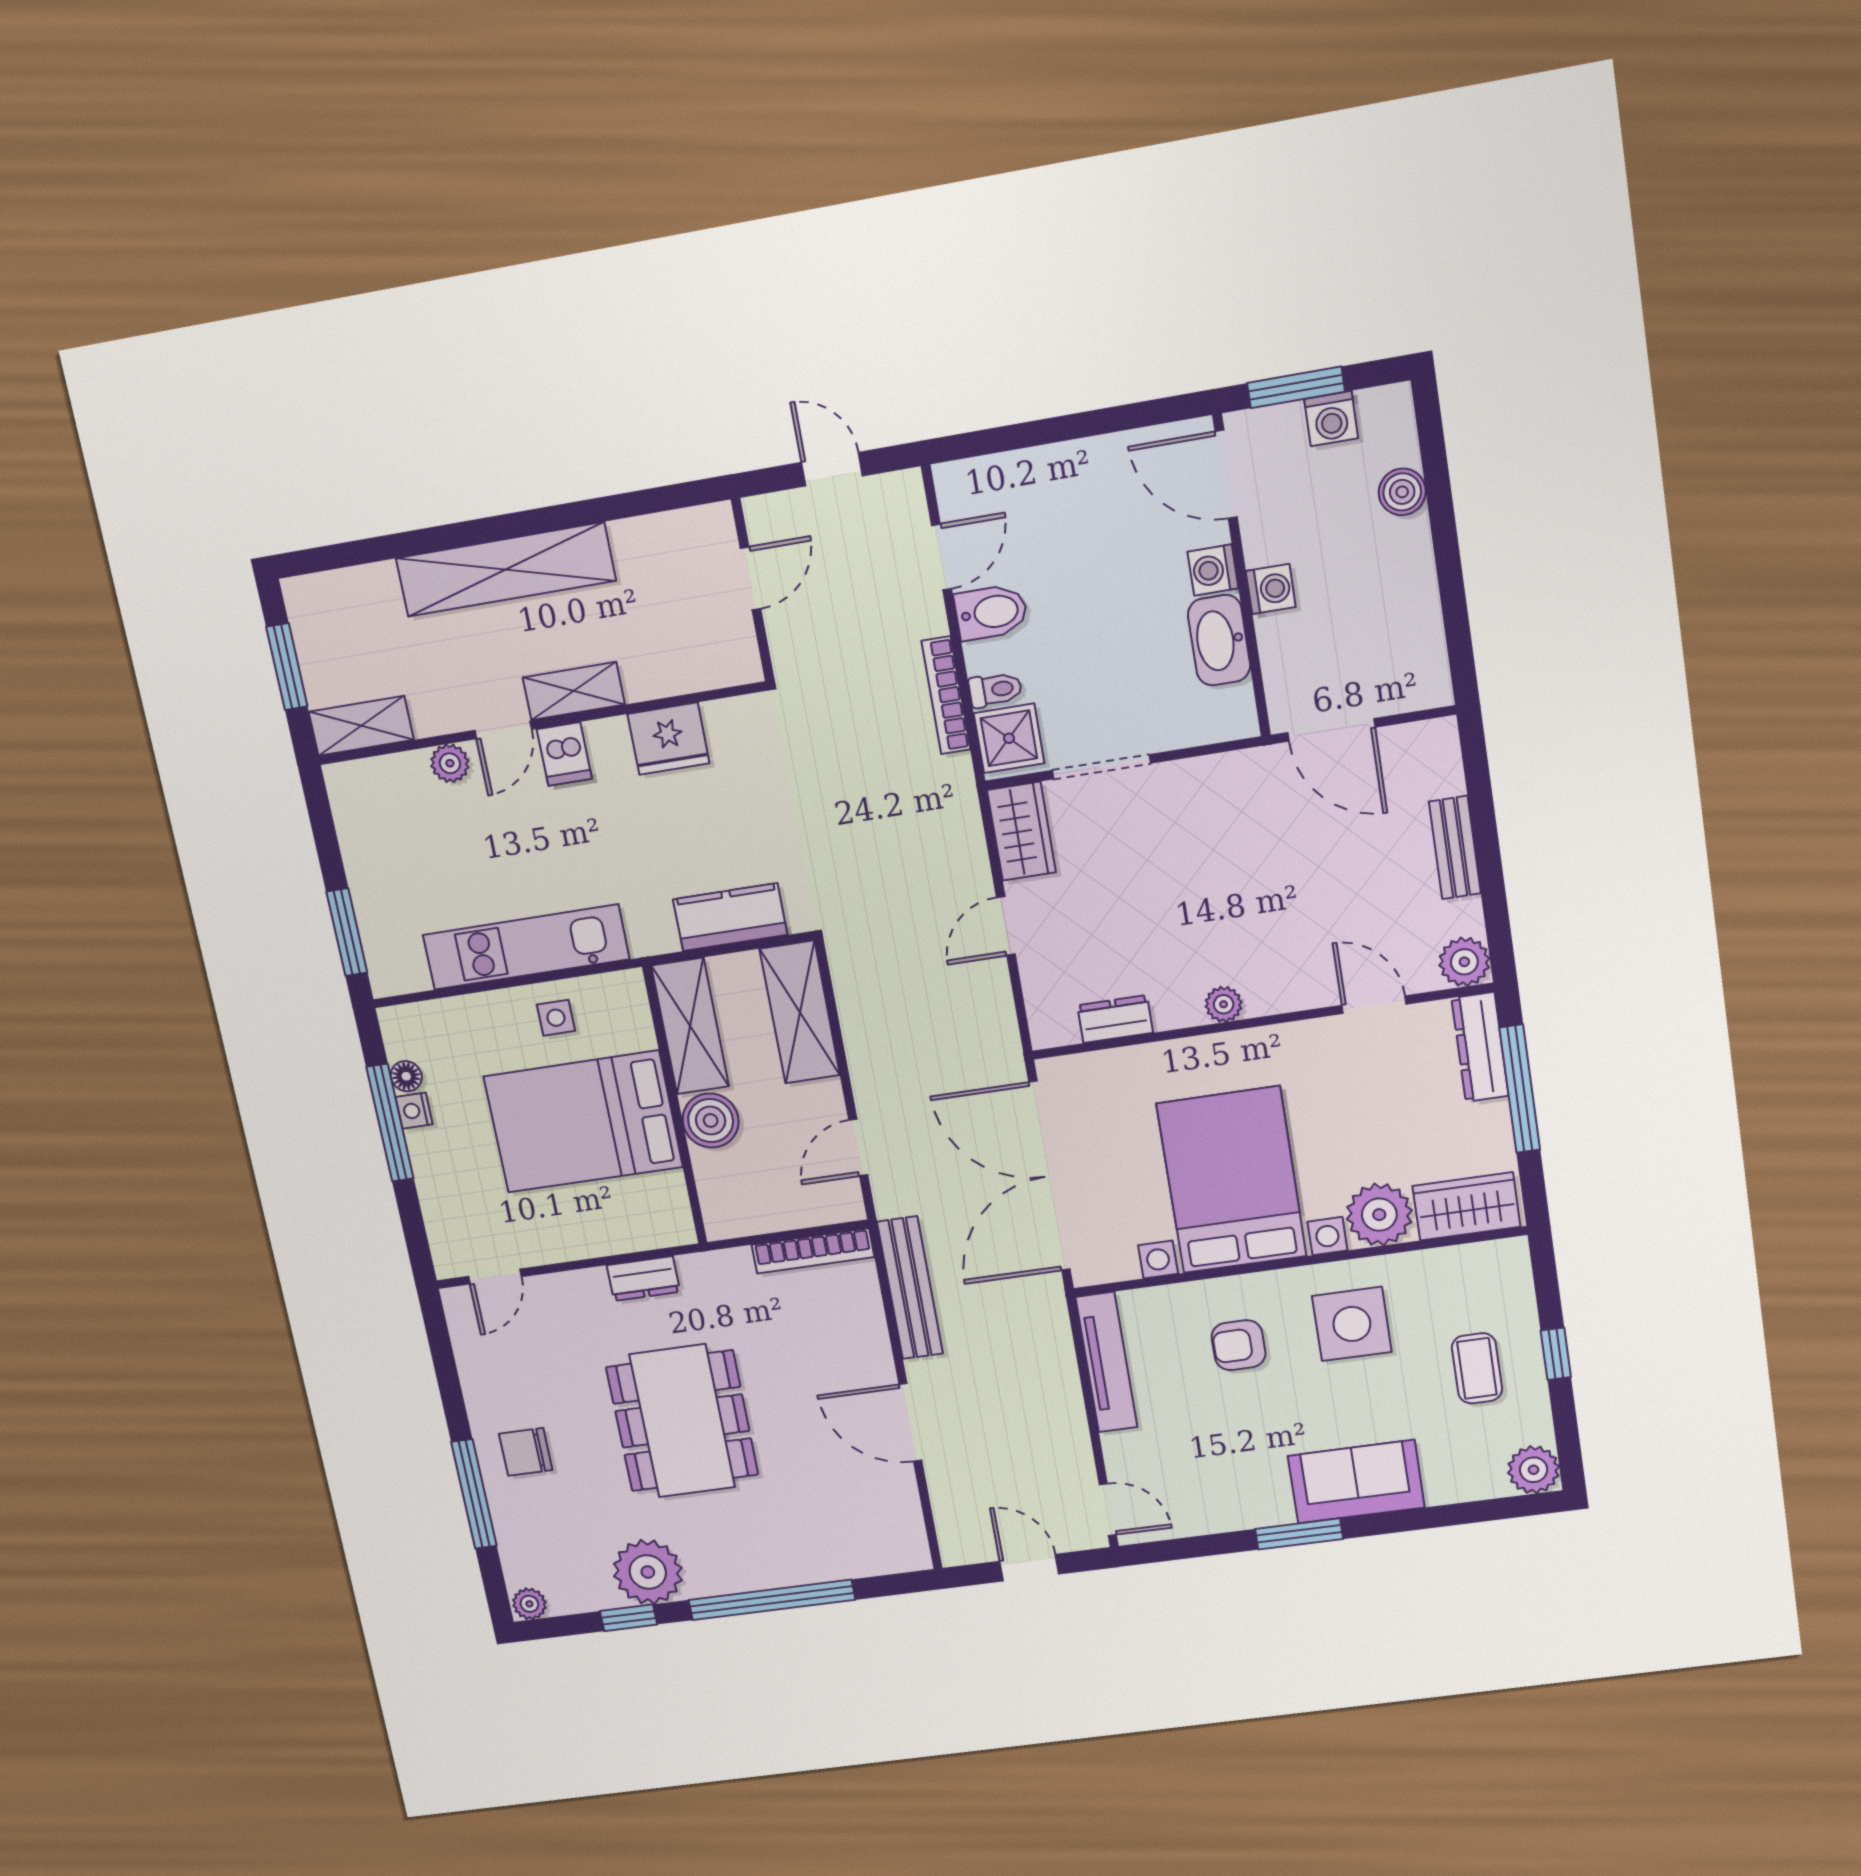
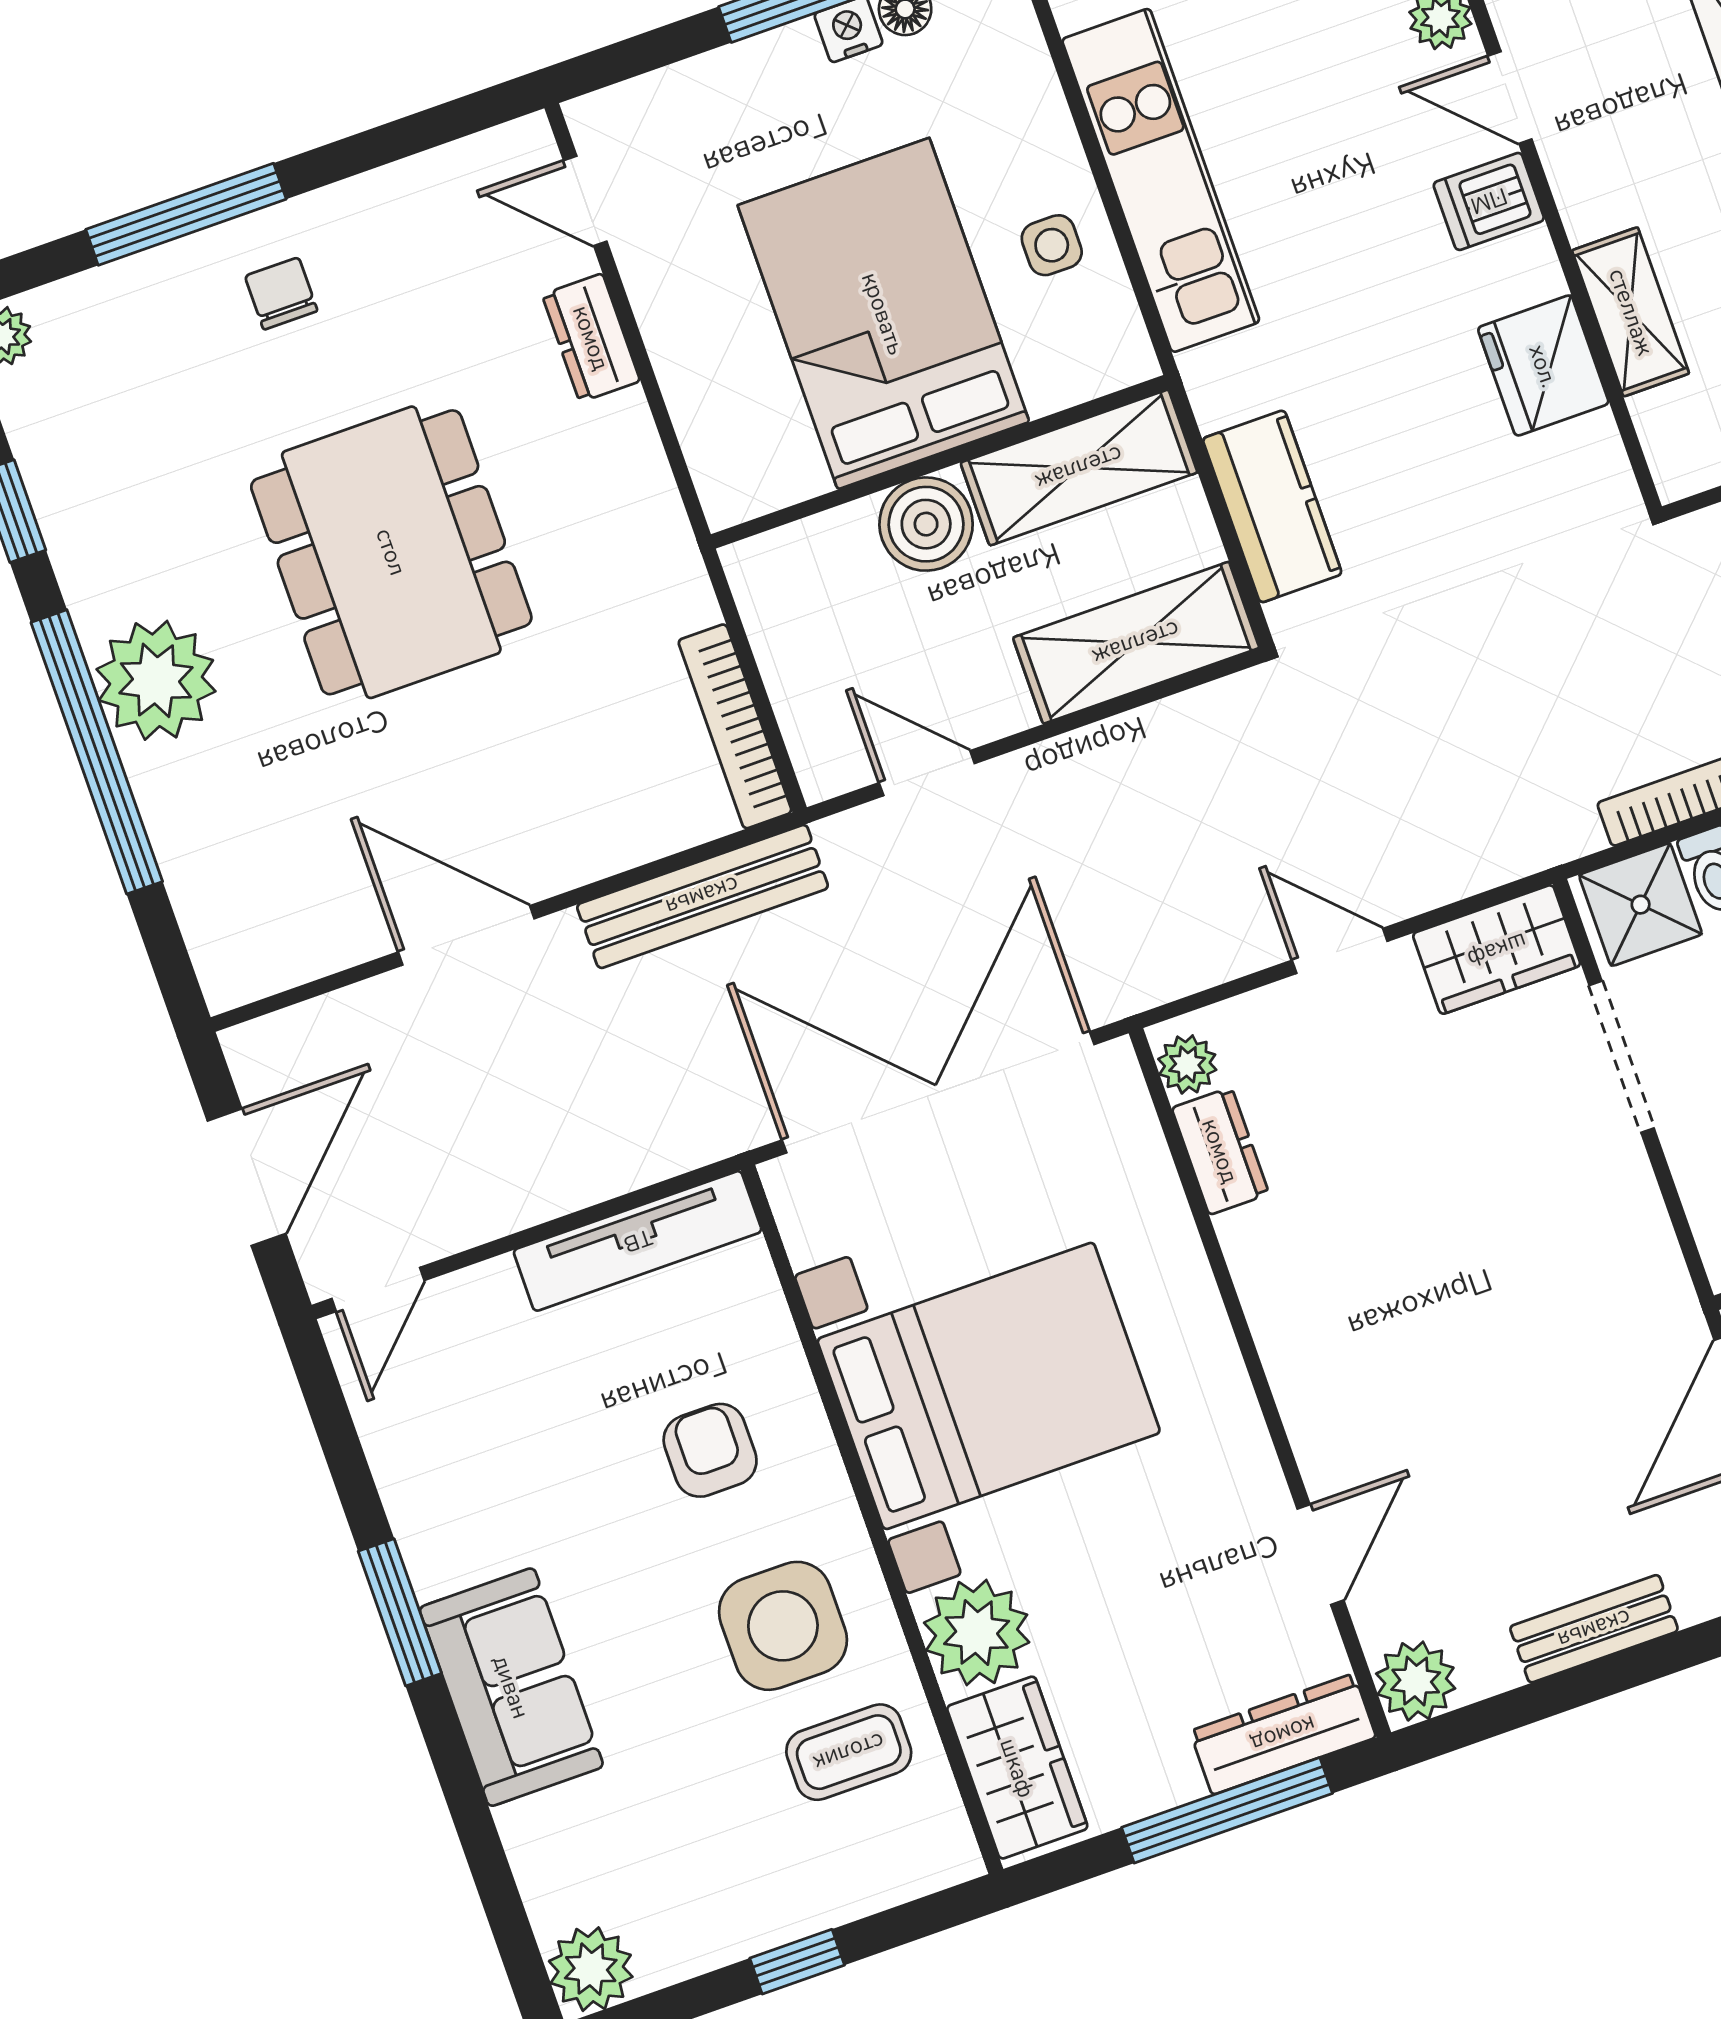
shelving: (574, 691) -> (1631, 312), moved
plant: (1224, 1004) -> (1187, 1064), moved
dresser: (643, 1279) -> (591, 338), moved
coffee table: (1477, 1368) -> (849, 1752), moved
dining table: (682, 1421) -> (391, 552), turned 90
door: (910, 1423) -> (466, 935), hinge flipped
chair: (526, 1452) -> (281, 293), width x0.73, depth x0.73
door: (1029, 1568) -> (247, 1177), width x1.38
plant: (648, 1572) -> (156, 680), moved

